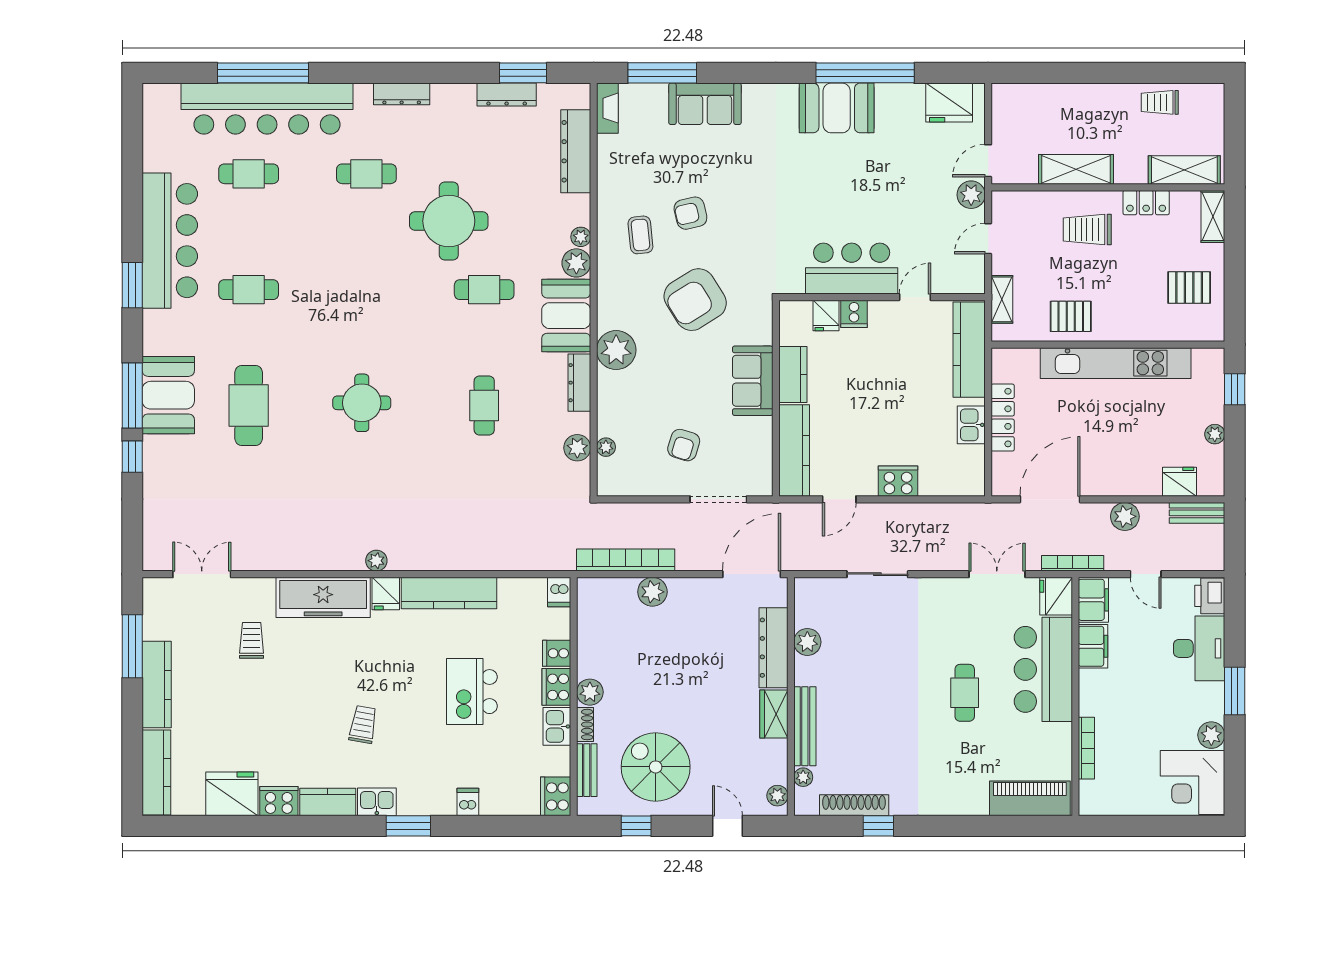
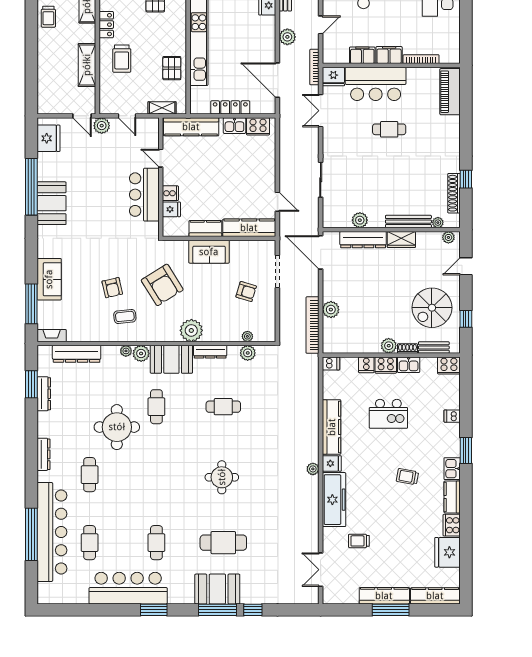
cooker: (898, 481) -> (258, 126), moved, turned -90
filing cabinet: (1093, 600) -> (389, 55), moved
window: (132, 646) -> (391, 610), moved

